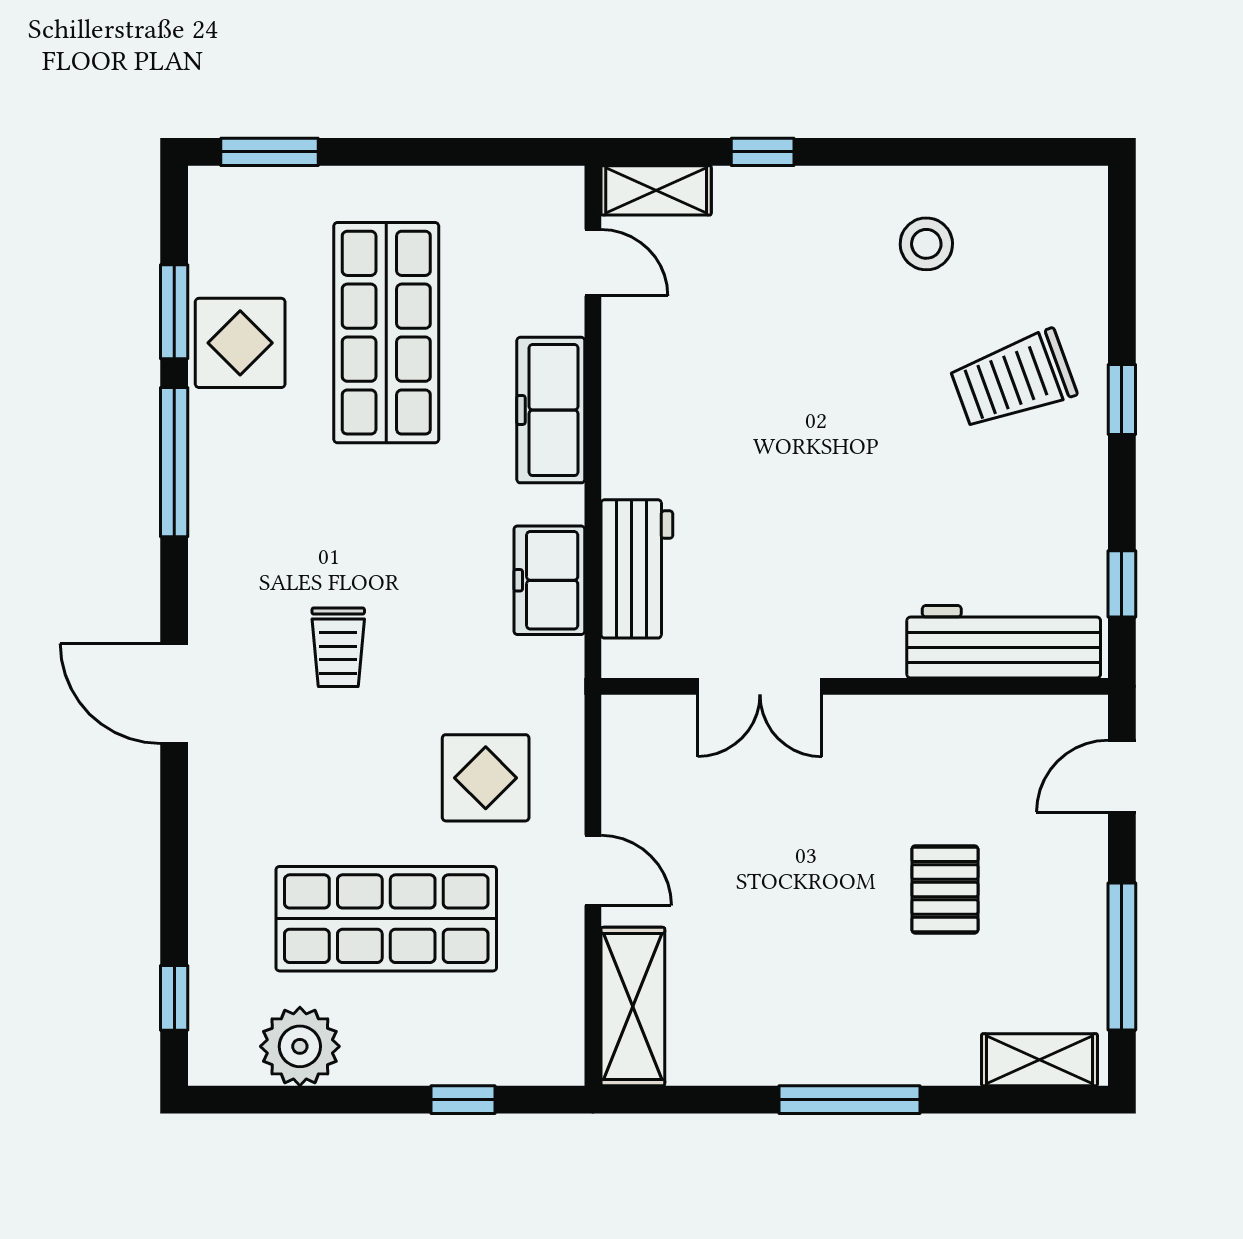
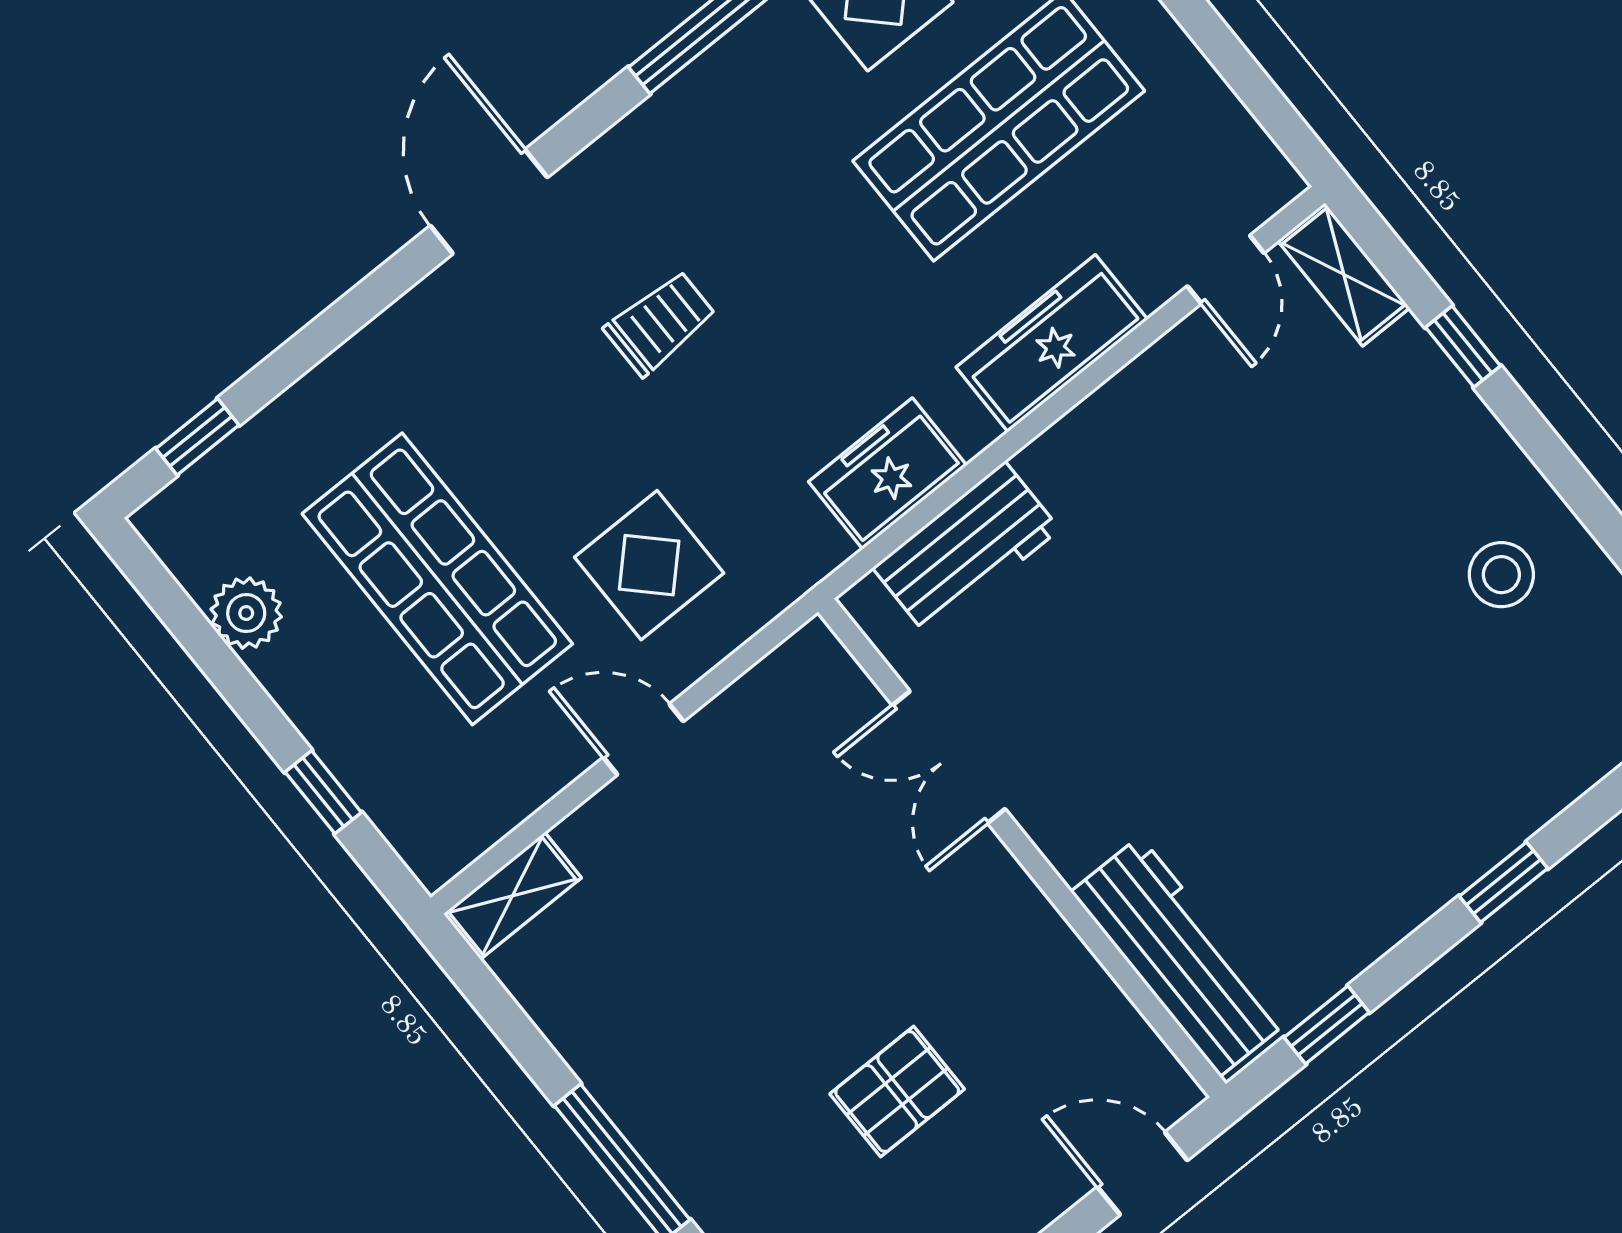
trolley: (1013, 380) -> (1438, 763), removed
trolley: (338, 647) -> (660, 323), turned 180
door: (593, 870) -> (643, 739), swing flipped
shelving: (633, 1006) -> (512, 896), width x0.67, depth x0.75
plant: (300, 1046) -> (246, 613), width x0.73, depth x0.73

